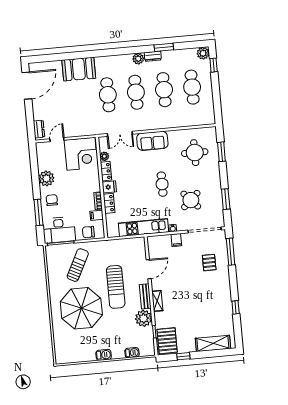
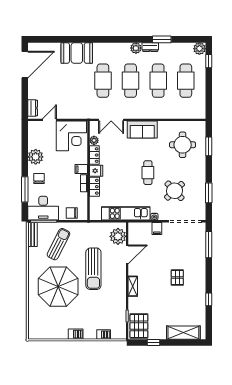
filing cabinet: (97, 215) -> (81, 169), moved
pallet: (209, 263) -> (177, 278), moved
bench: (145, 296) -> (33, 234), moved
plant: (144, 318) -> (118, 236), moved

